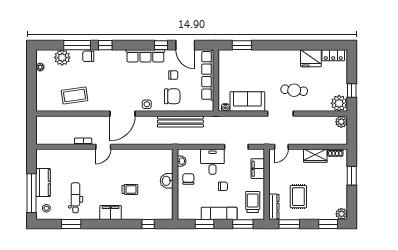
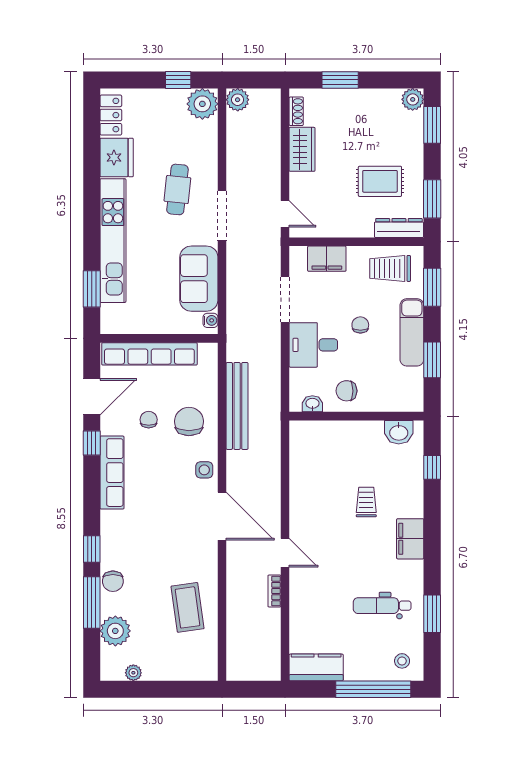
kitchen unit: (267, 56) -> (113, 241), added
washbasin: (167, 181) -> (399, 432), moved
kitchen counter: (43, 183) -> (316, 667), moved

